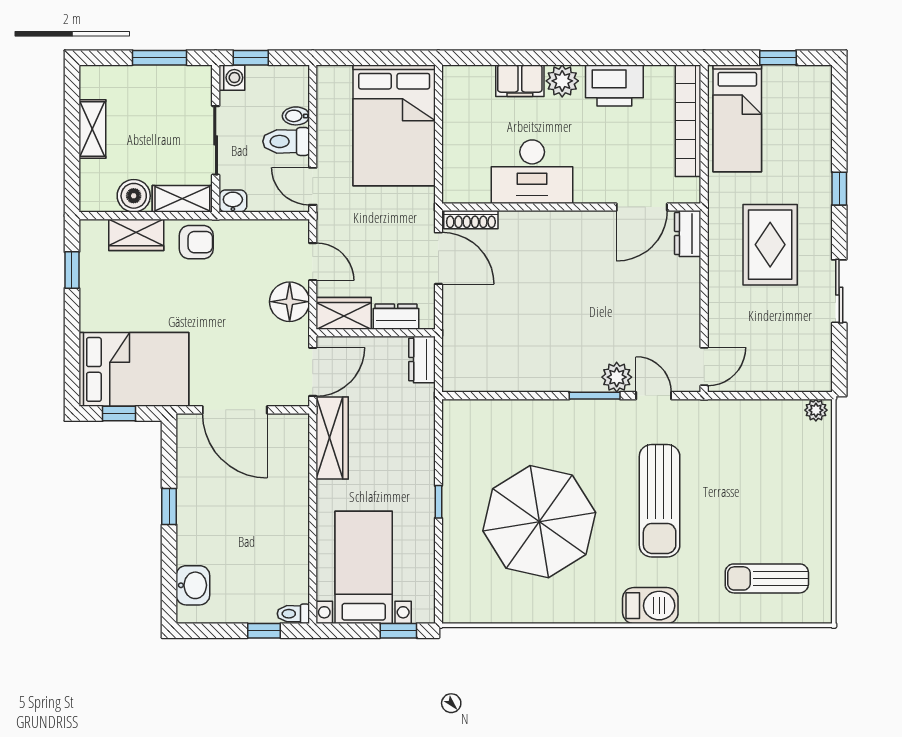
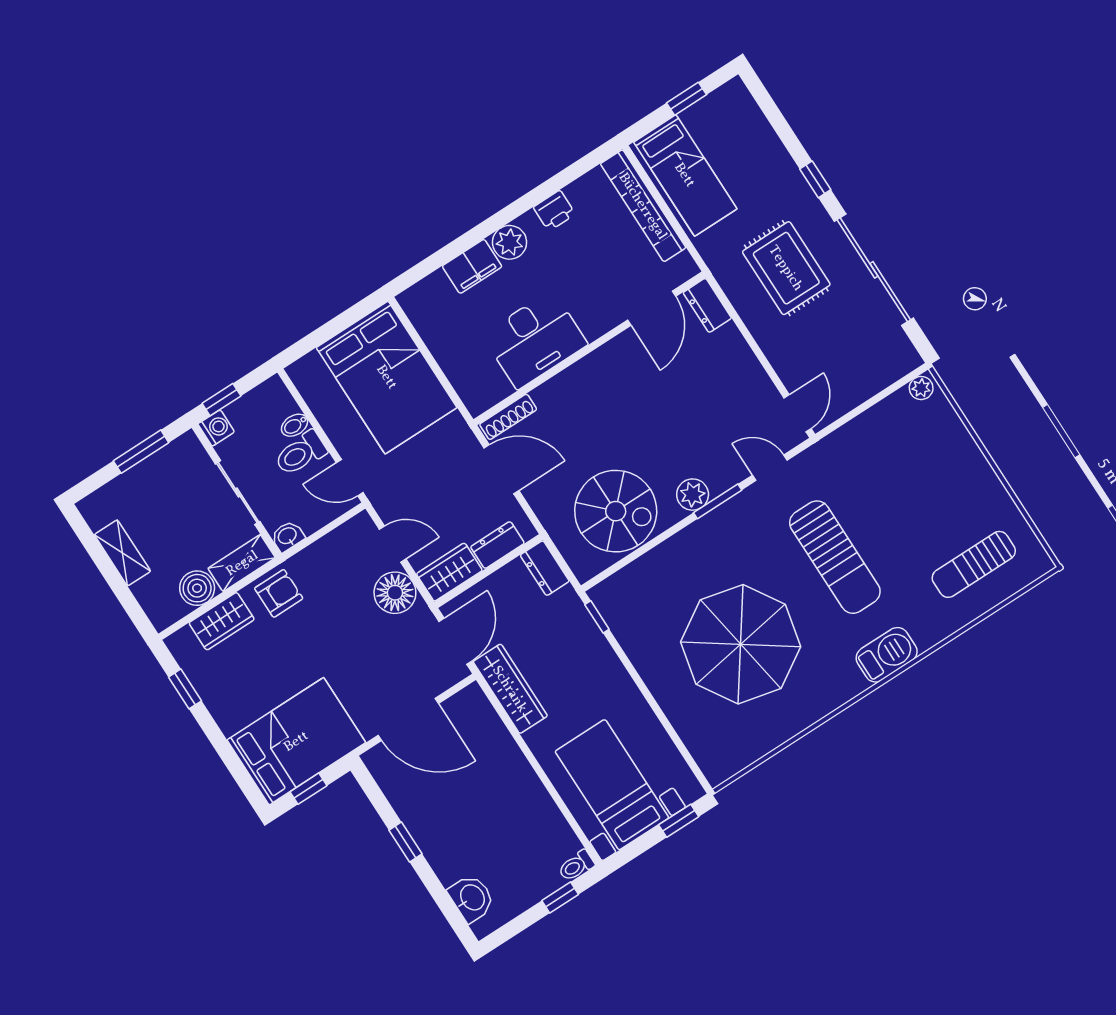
printer: (614, 86) -> (554, 211), width x0.53, depth x0.68
sliding door: (839, 291) -> (874, 270), width x1.86
spiral stairs: (508, 351) -> (616, 511), added
plant: (617, 377) -> (693, 495), moved
window: (438, 502) -> (597, 617), moved

